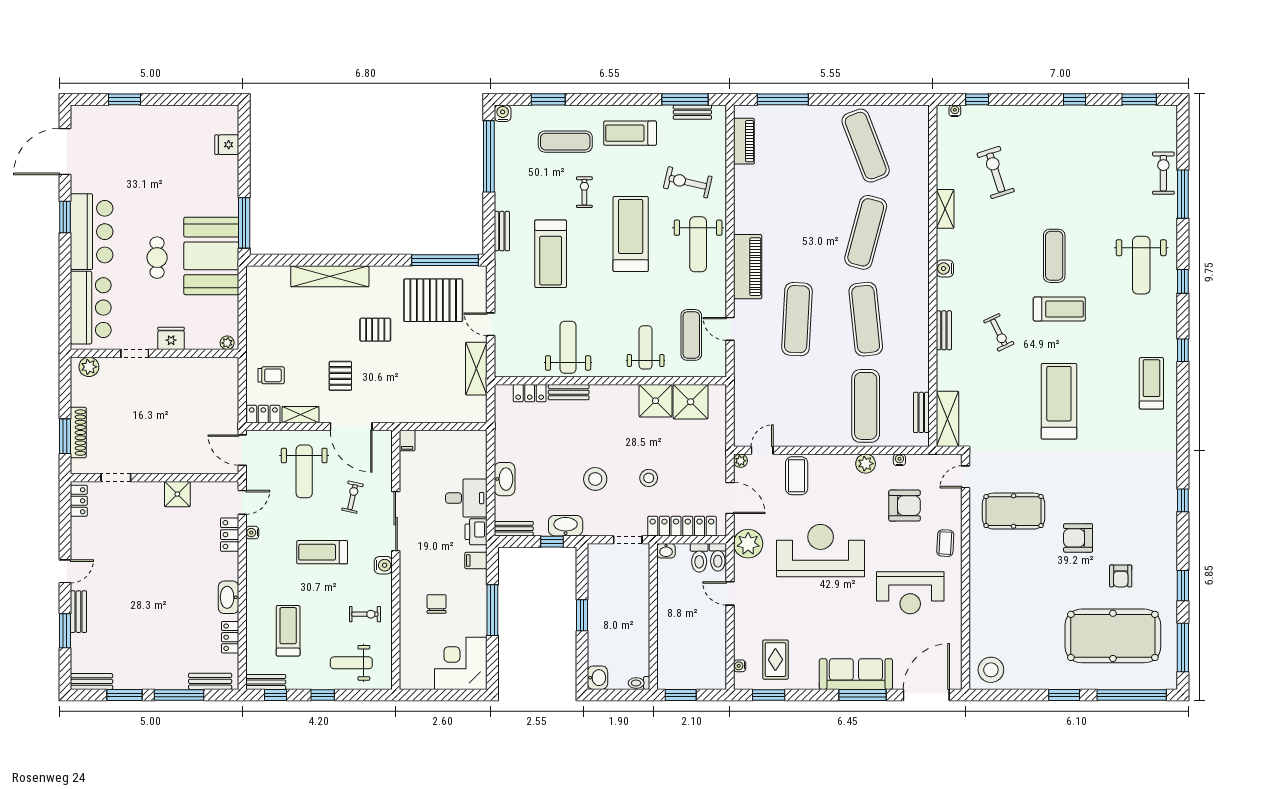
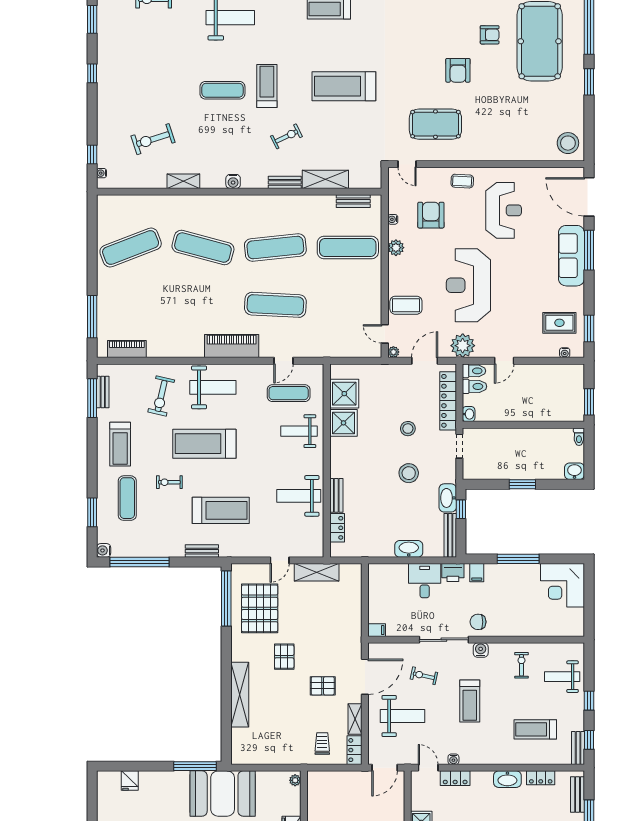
shelving: (947, 419) -> (325, 179), moved
pool table: (1014, 511) -> (435, 124), turned 90
bench: (514, 529) -> (450, 535), width x1.36
chair: (437, 604) -> (478, 622), moved
weight bench: (351, 663) -> (562, 677), turned 90

